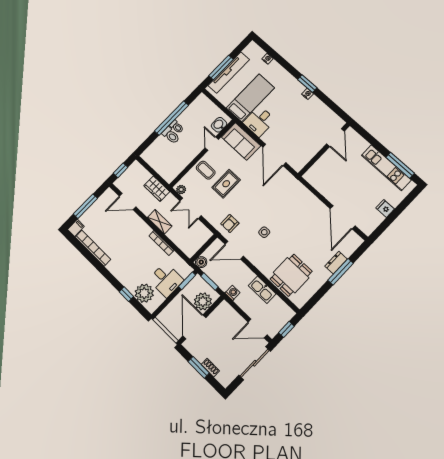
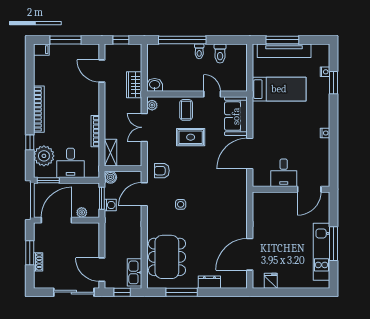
window: (307, 84) -> (333, 83), moved
window: (171, 118) -> (182, 40), moved
desk: (259, 121) -> (284, 173), moved, turned -90
washbasin: (219, 125) -> (155, 85), moved
toilet: (171, 135) -> (220, 53), moved
door: (212, 144) -> (212, 94), hinge flipped
window: (400, 165) -> (333, 244), moved
fridge: (385, 208) -> (271, 281), moved
shelving: (160, 222) -> (110, 153), moved
bookcase: (93, 248) -> (39, 109), moved
door: (234, 250) -> (144, 194), hinge flipped
window: (341, 272) -> (182, 292), moved
dining table: (291, 275) -> (167, 257), width x1.38
window: (187, 281) -> (48, 180), moved
kitchen sink: (262, 290) -> (134, 272), moved
washing machine: (232, 293) -> (110, 205), moved
plant: (203, 301) -> (82, 212), width x0.53, depth x0.53

